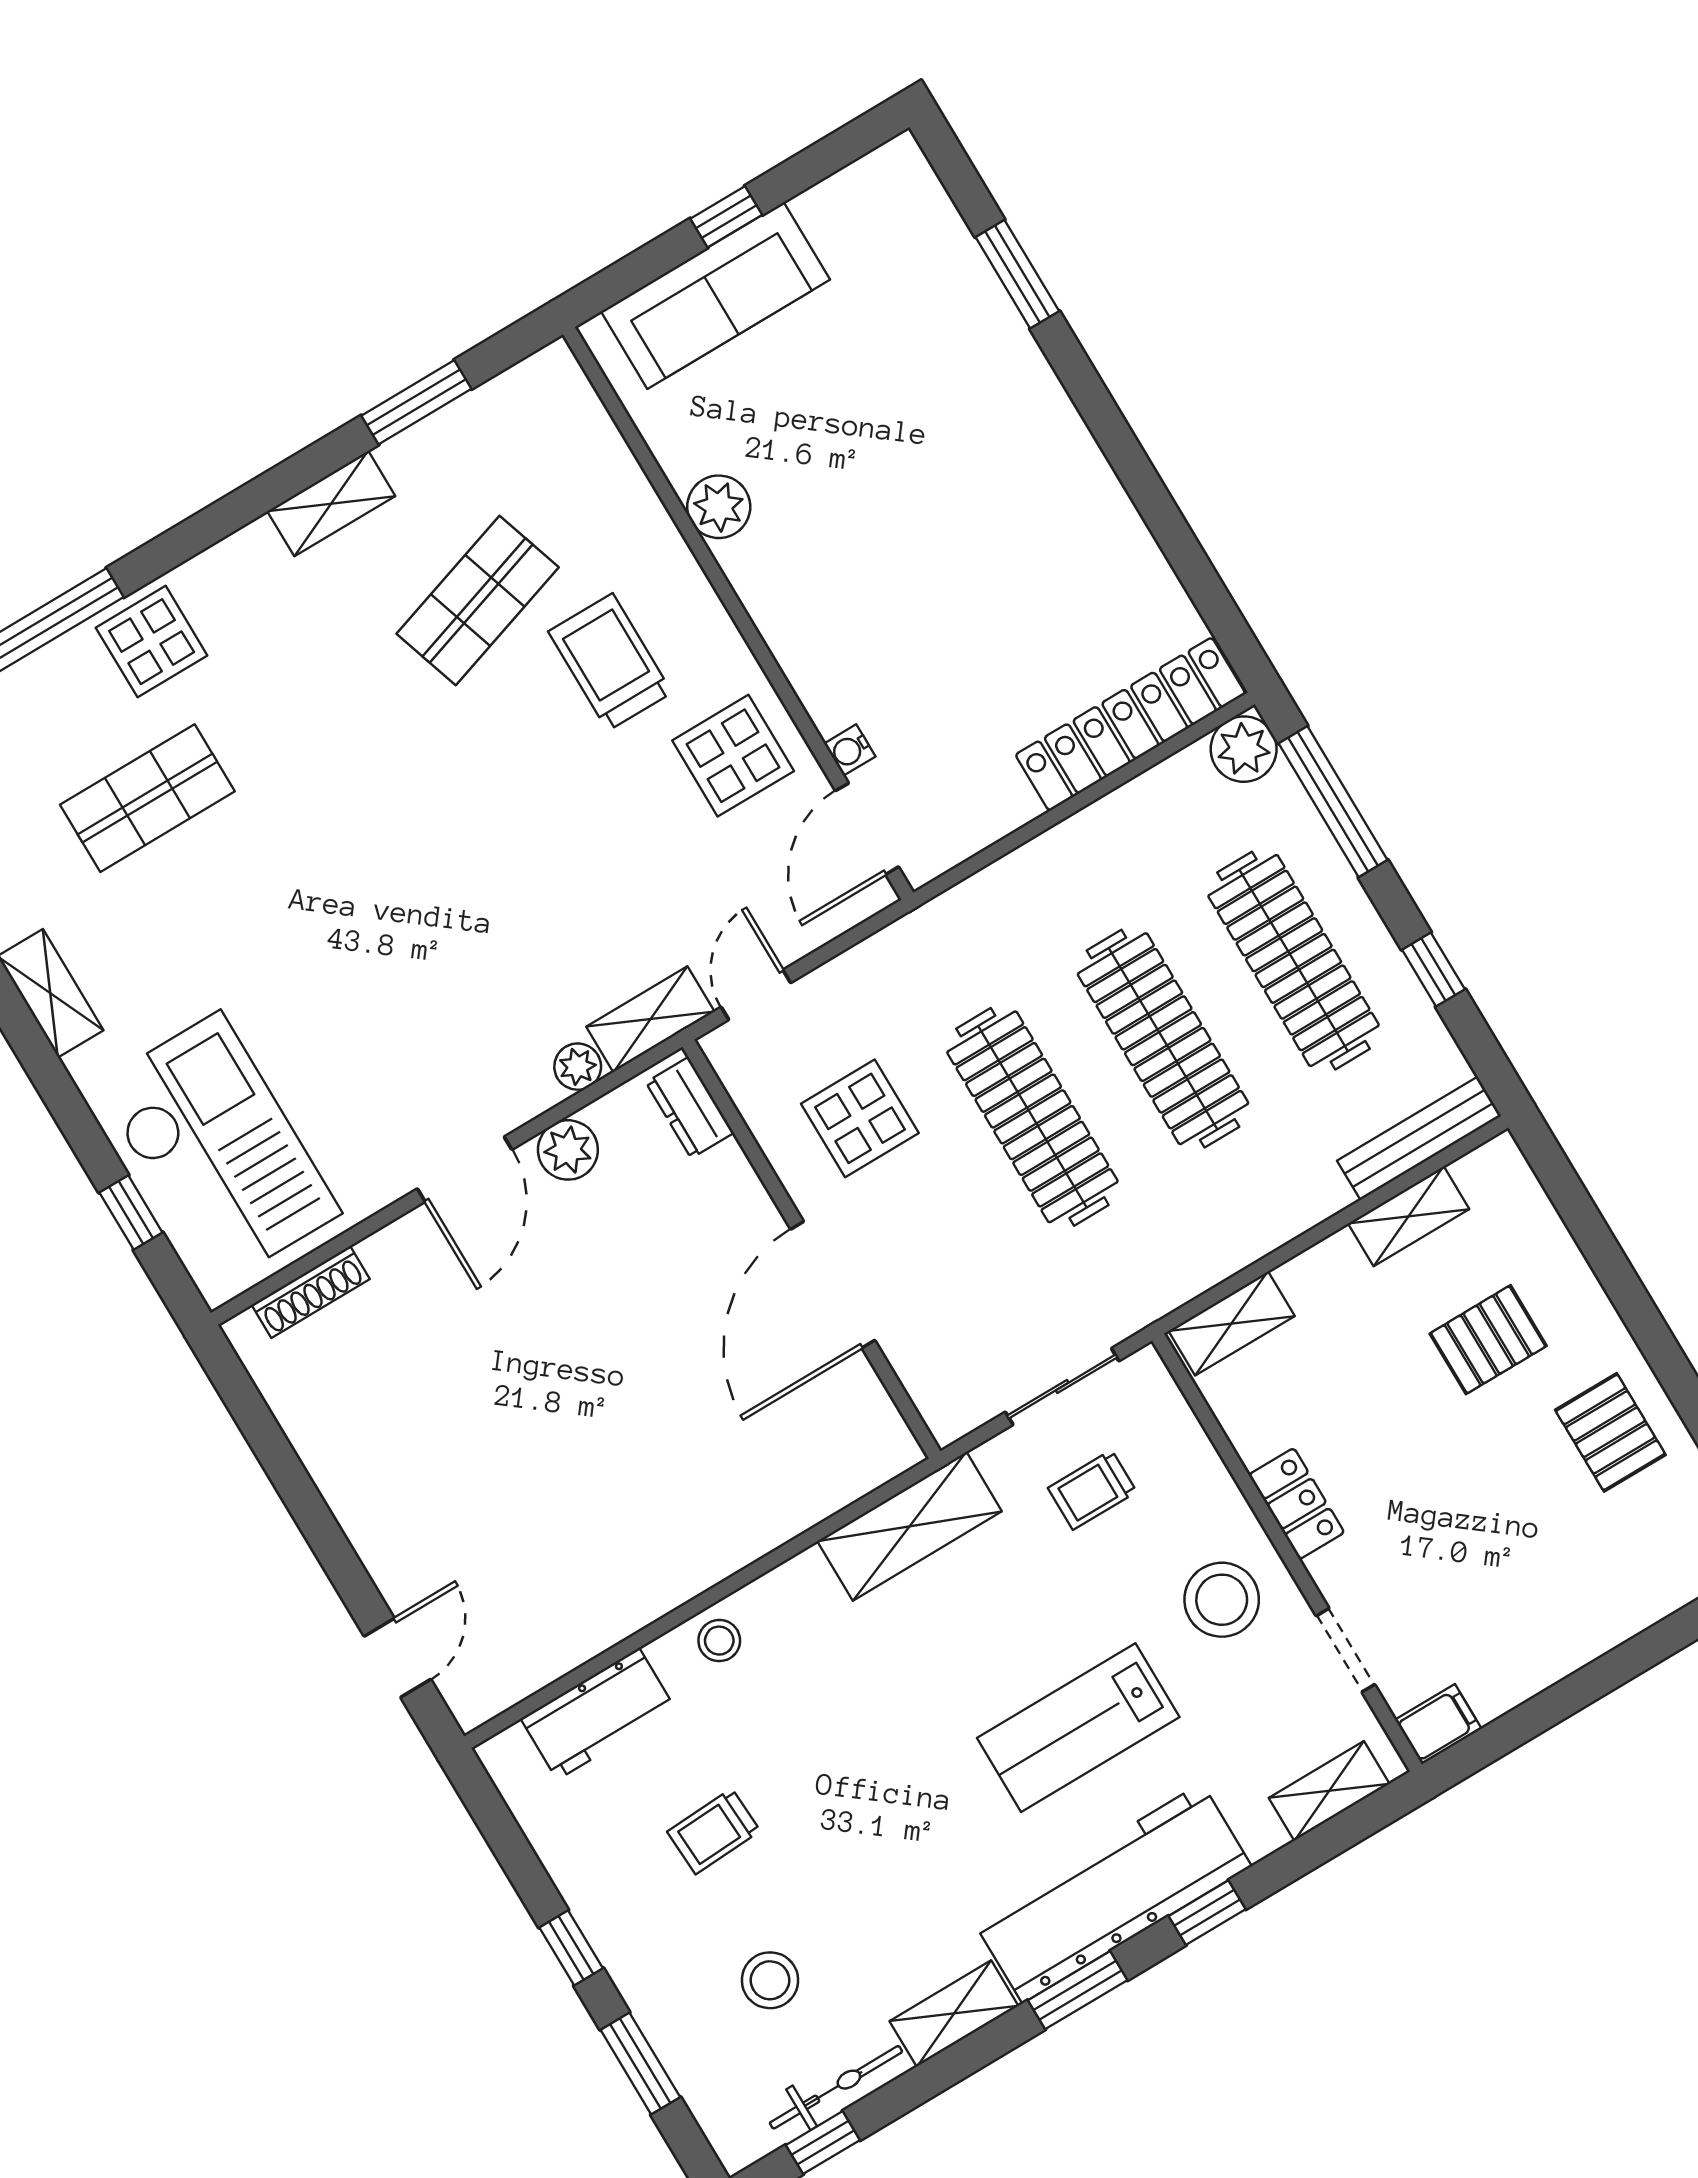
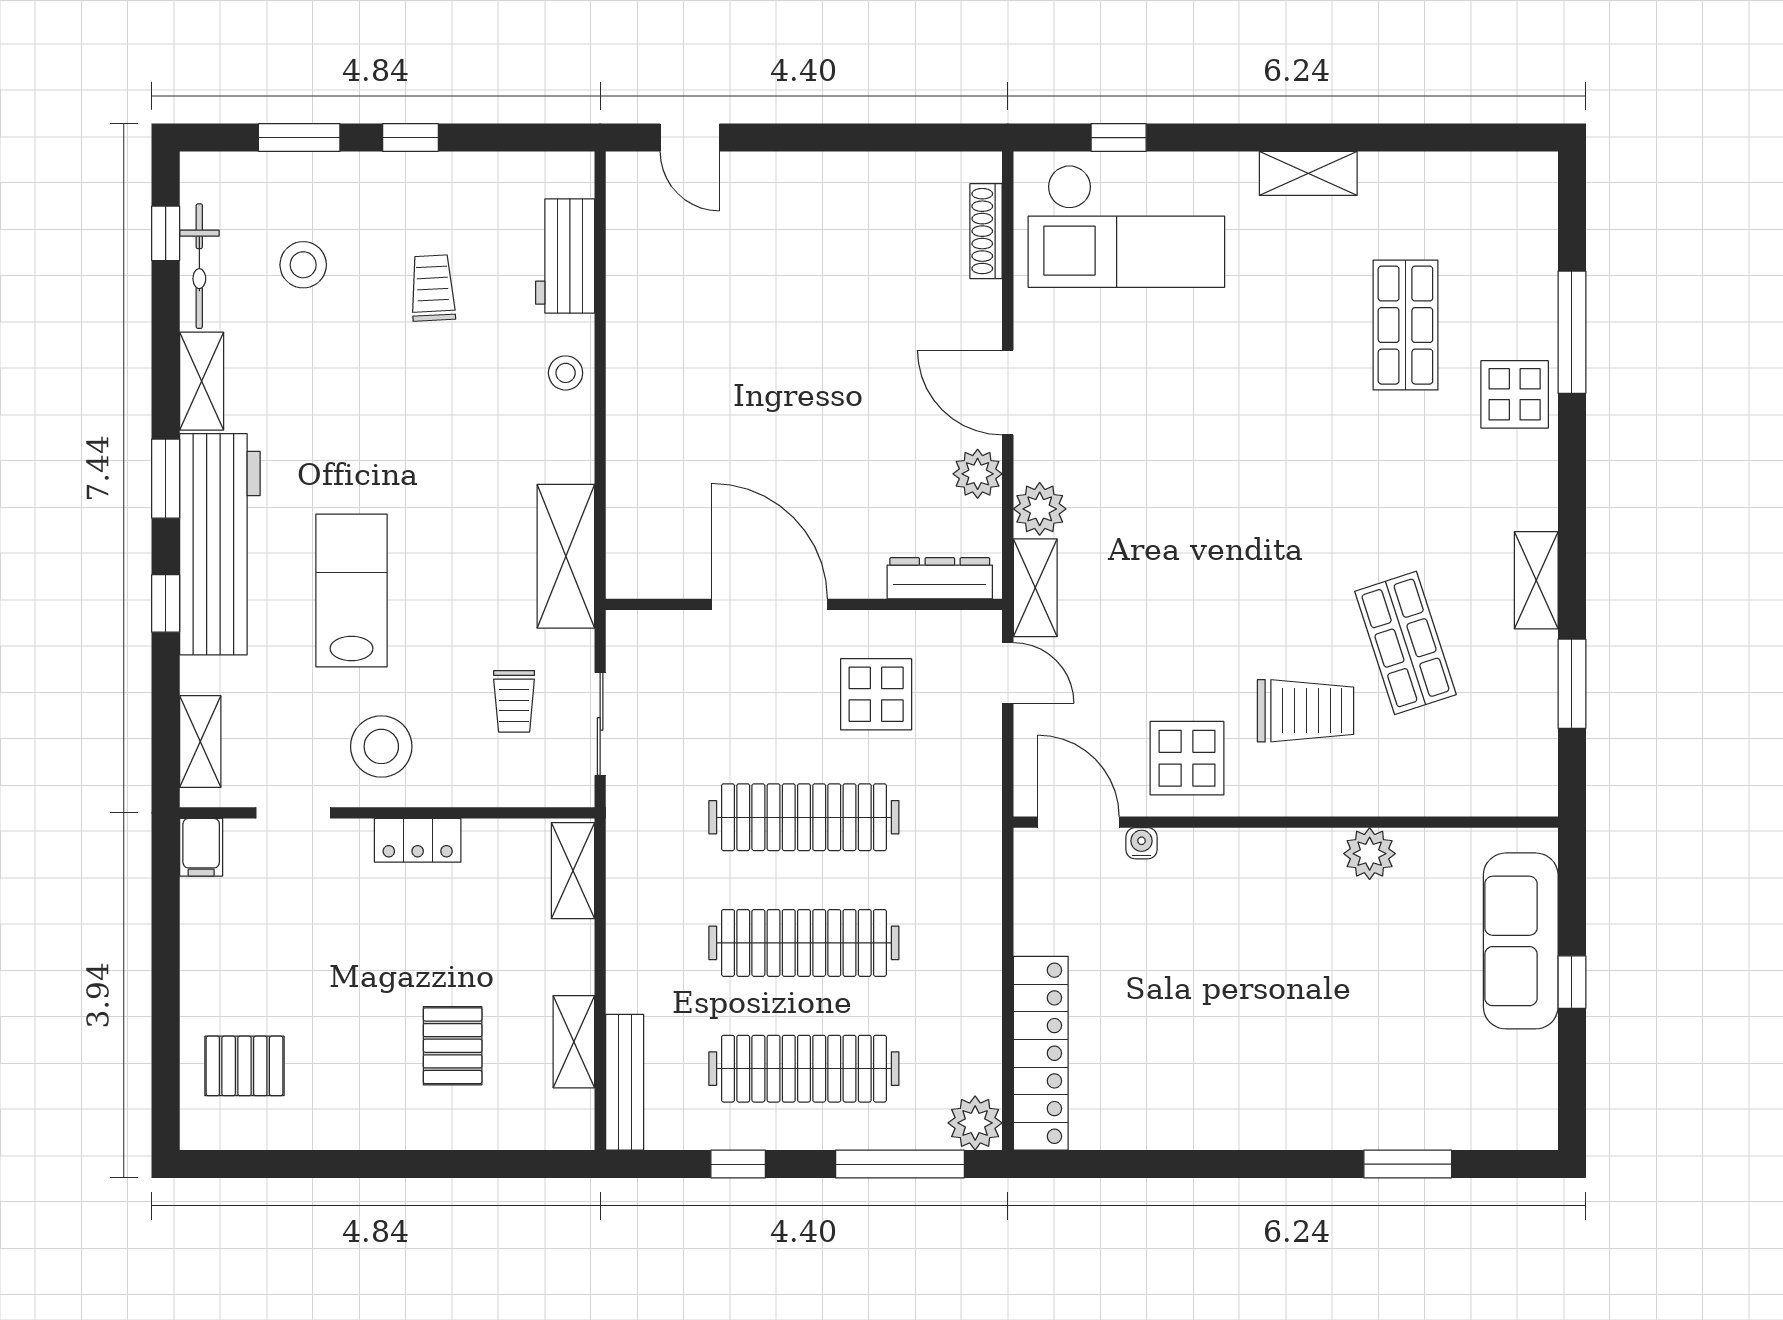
plant: (578, 1067) -> (1040, 509), width x1.38, depth x1.38
dresser: (690, 1108) -> (940, 578), width x1.44
pallet: (1610, 1432) -> (244, 1066), moved
trolley: (1092, 1490) -> (514, 701), turned 180

